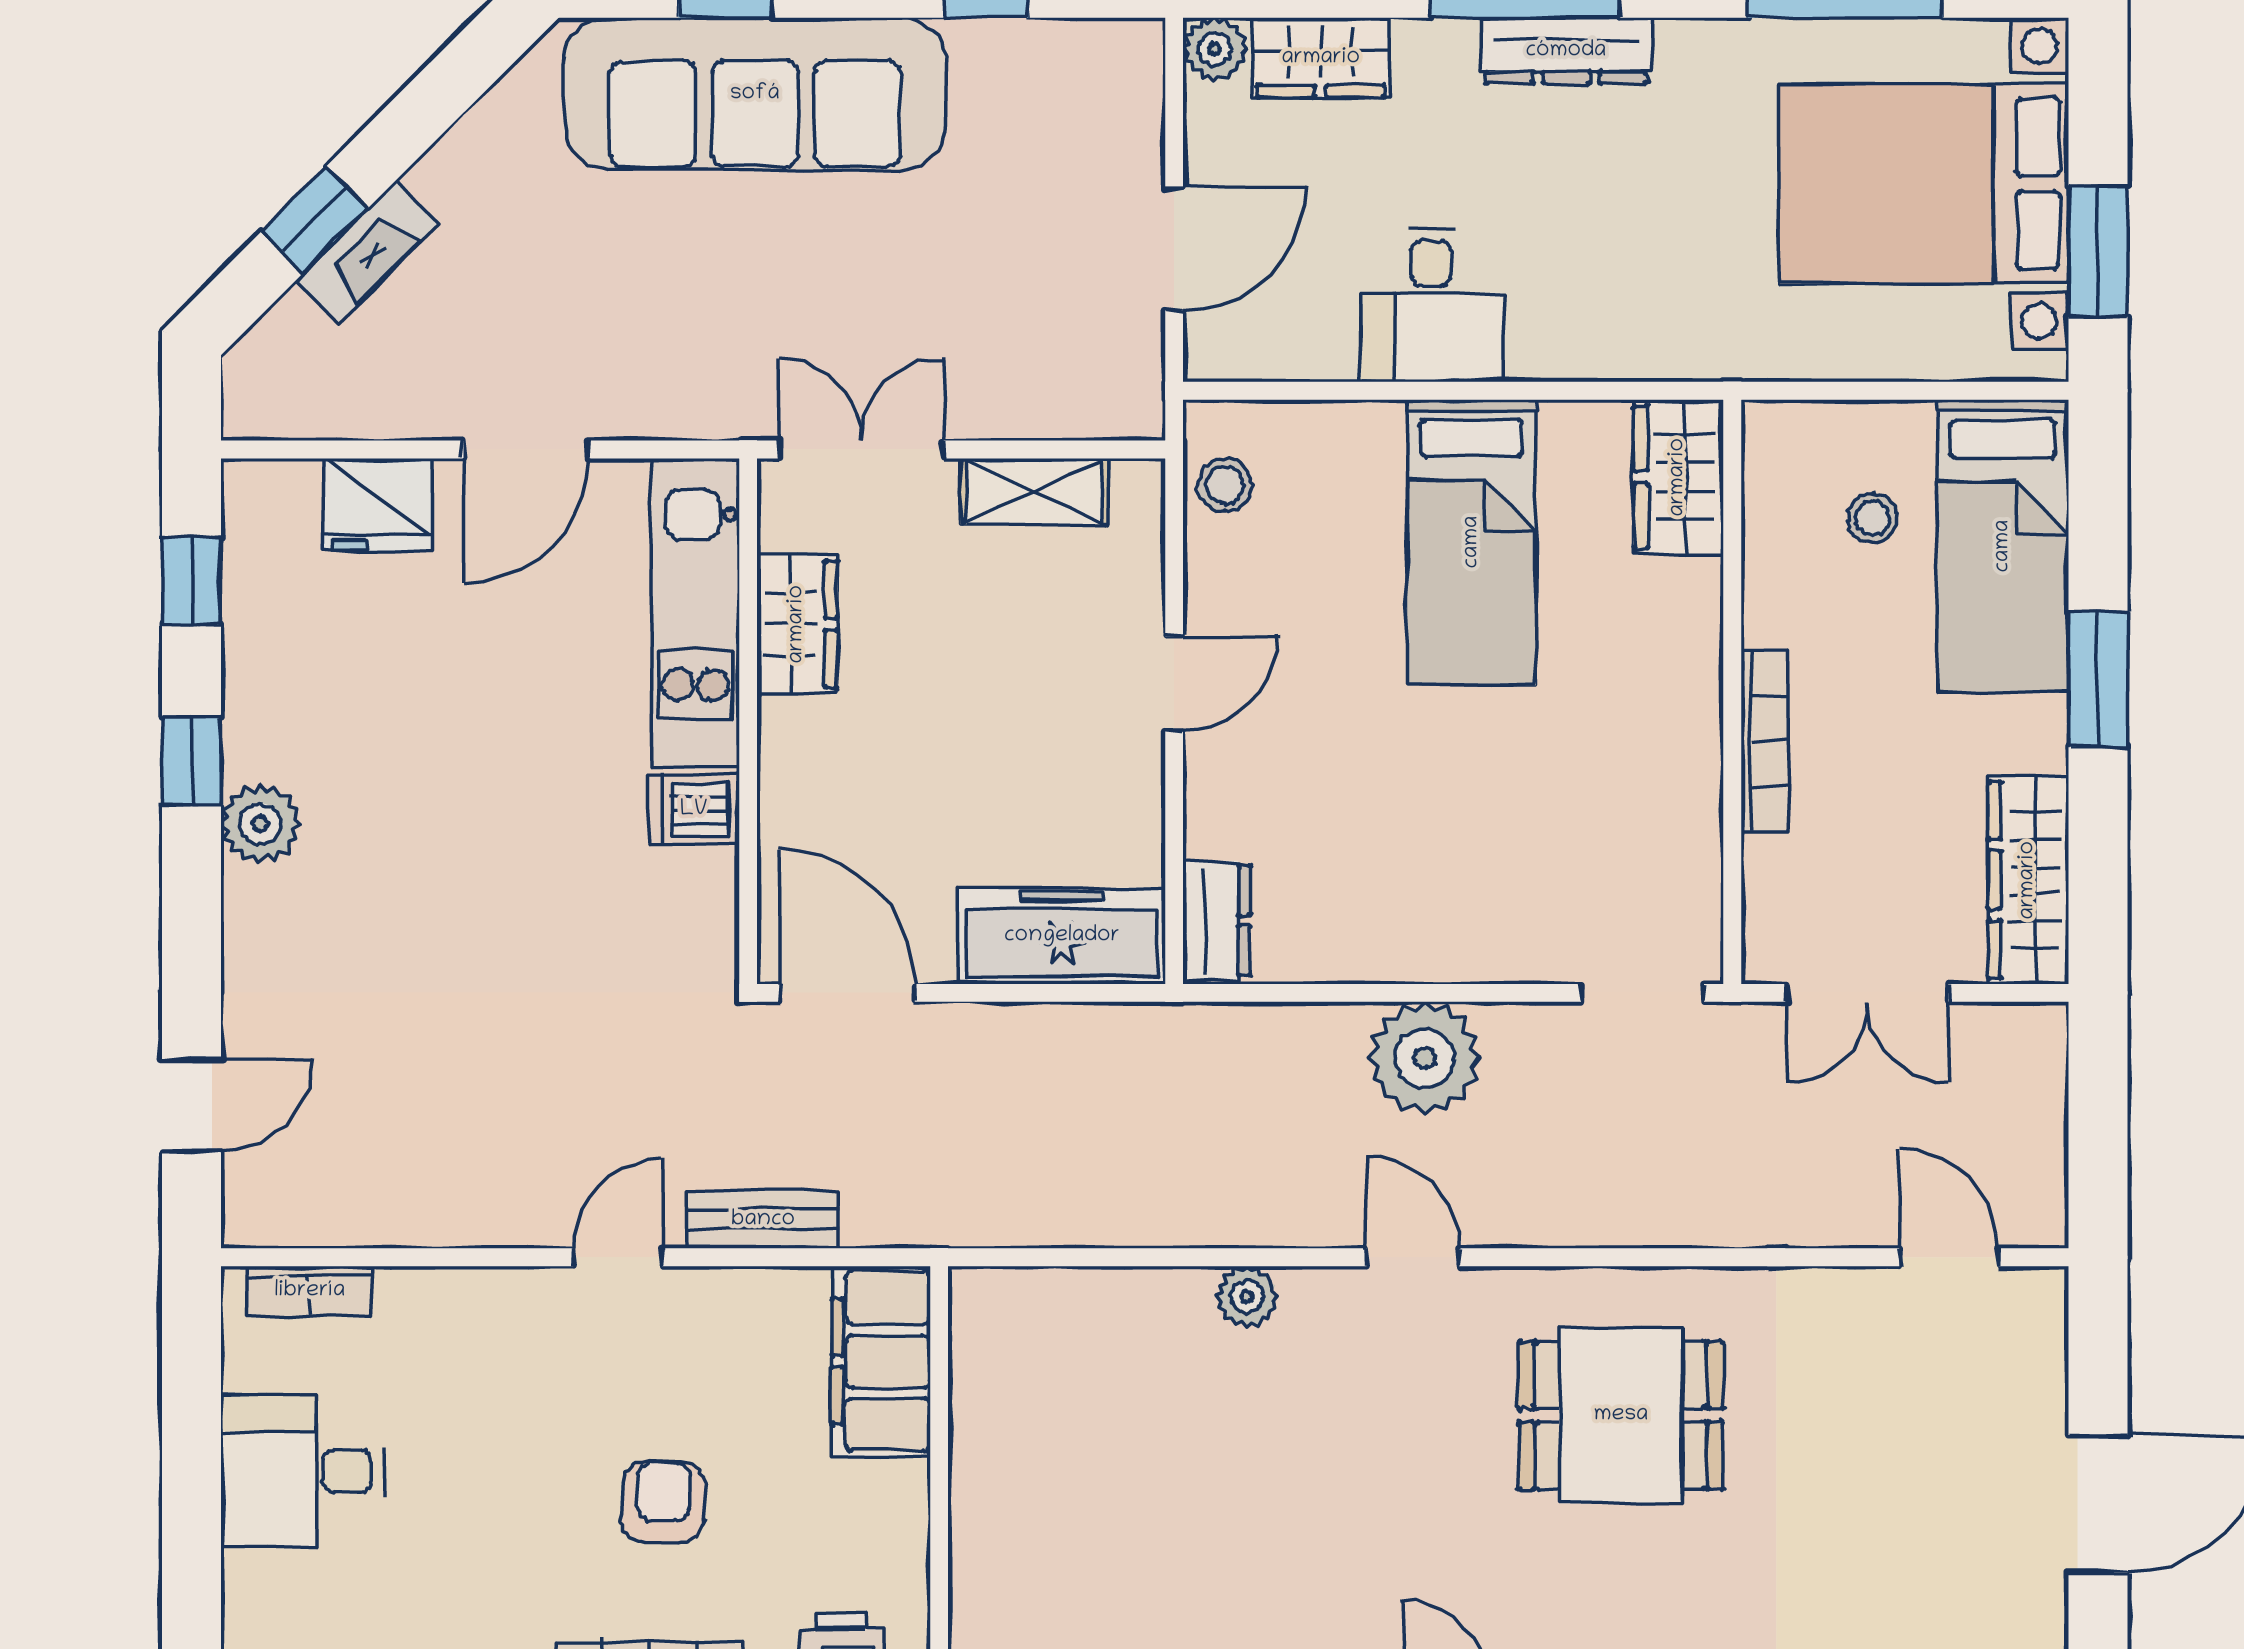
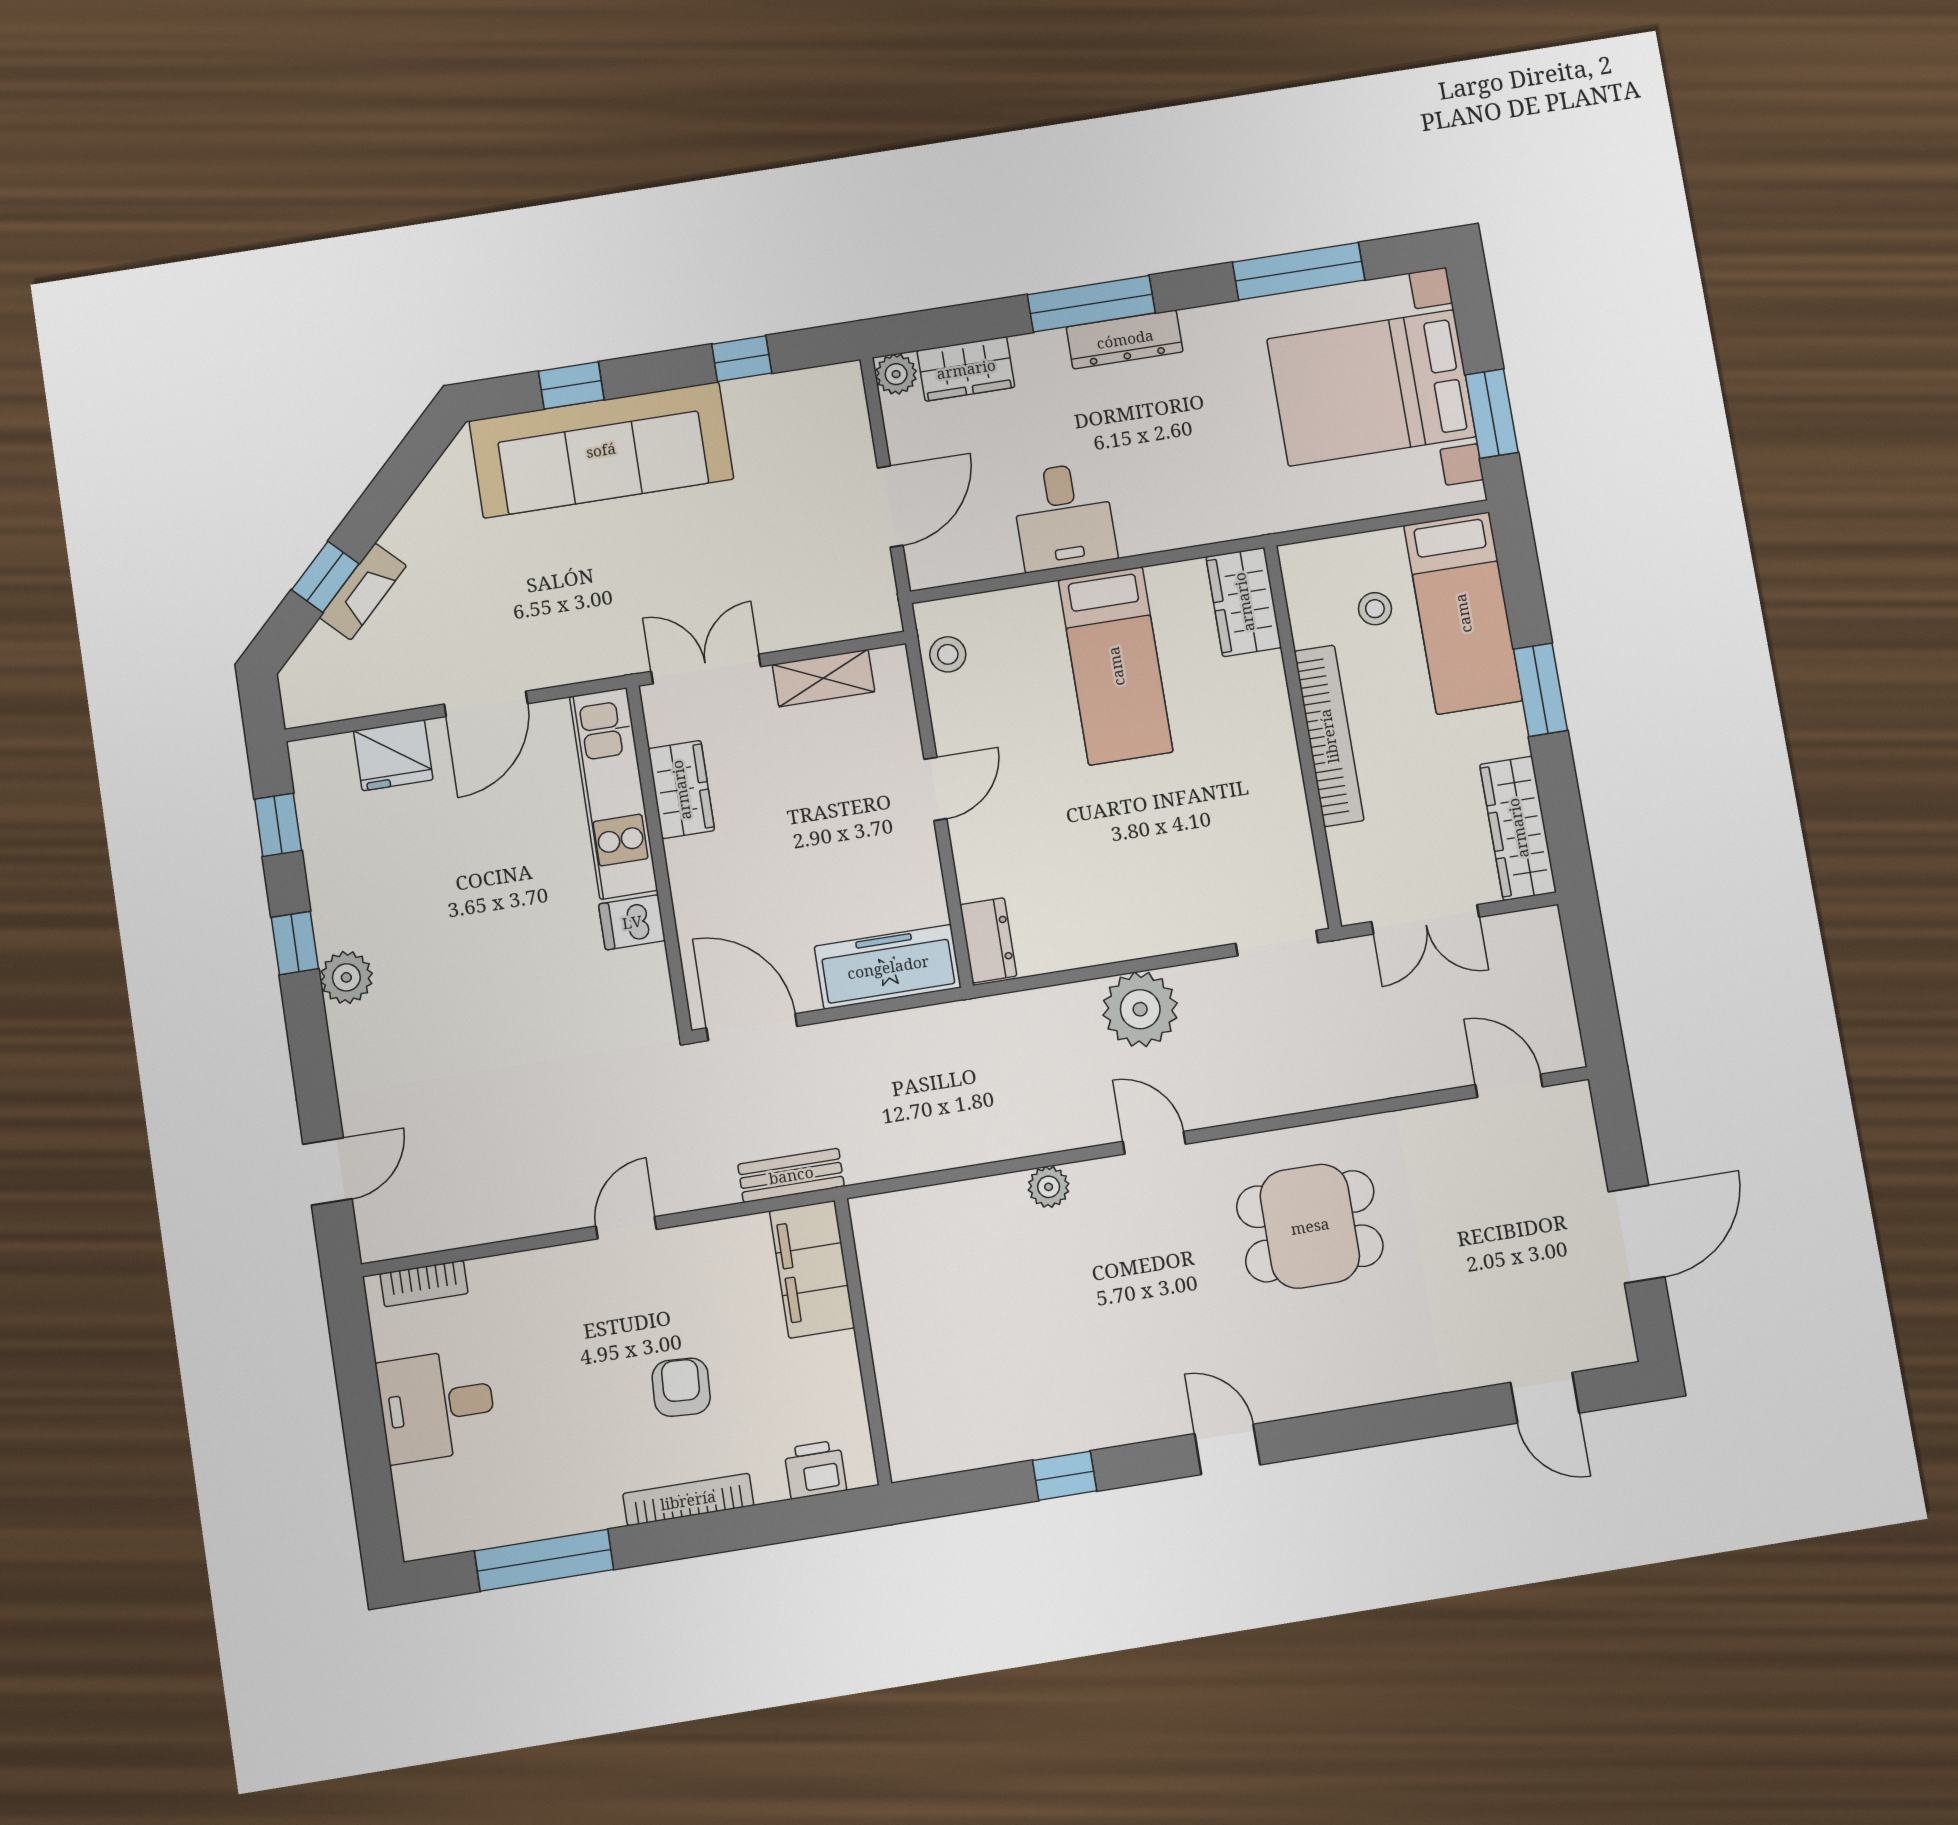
bookcase: (1764, 741) -> (1329, 736), width x1.48, depth x1.31
bench: (763, 1220) -> (791, 1175), moved

